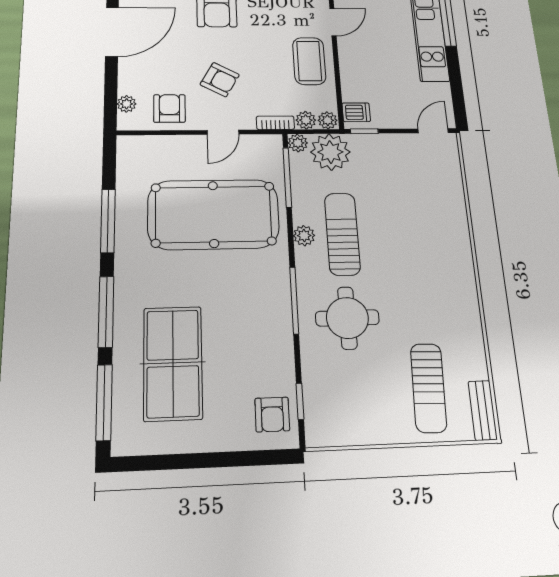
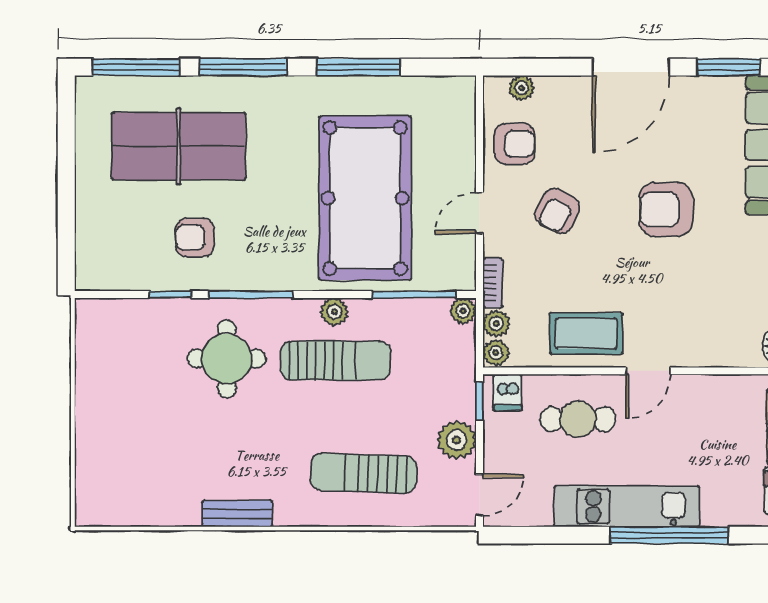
door: (333, 22) -> (648, 371), hinge flipped
door: (112, 32) -> (631, 67), hinge flipped
cafe table: (371, 66) -> (578, 419), added
door: (433, 131) -> (479, 495), hinge flipped
door: (223, 132) -> (479, 213), hinge flipped
plant: (330, 152) -> (457, 440), moved, width x0.73, depth x0.73
sun lounger: (428, 388) -> (363, 473), moved
window: (300, 401) -> (170, 295), moved
bench: (483, 410) -> (237, 514), moved
armchair: (272, 415) -> (195, 238), moved

